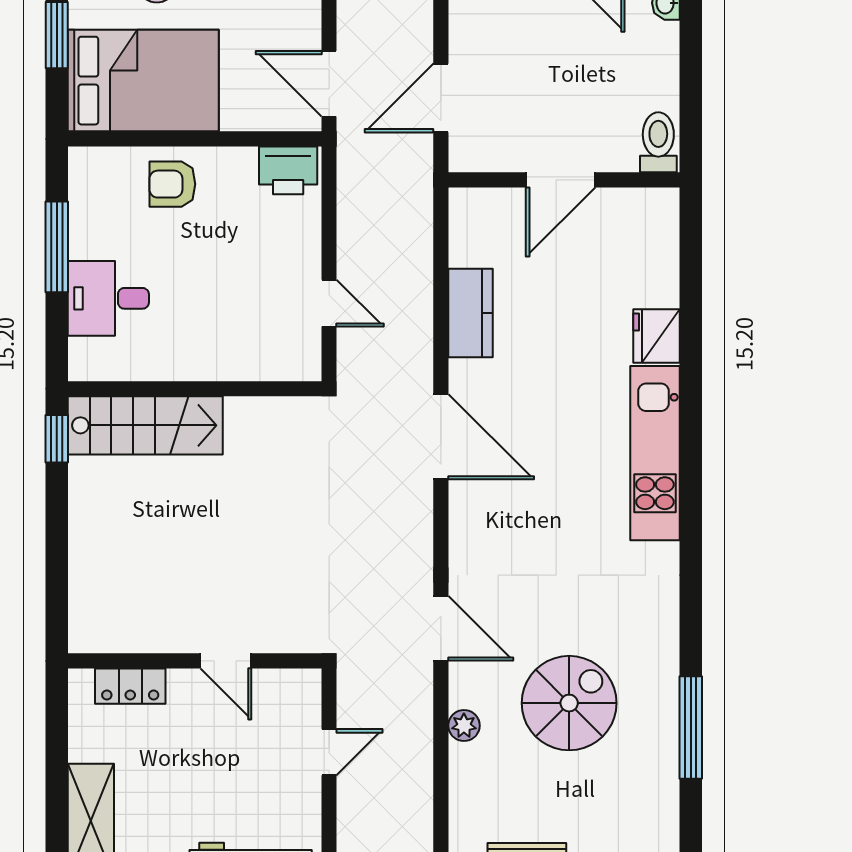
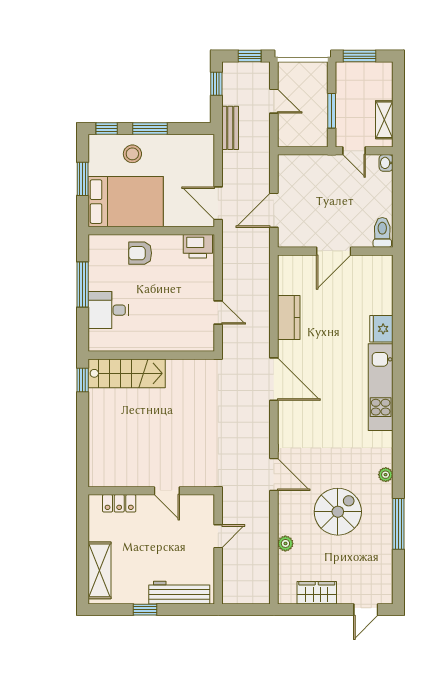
plant: (665, 629) -> (386, 475), added
plant: (464, 726) -> (285, 543), moved

